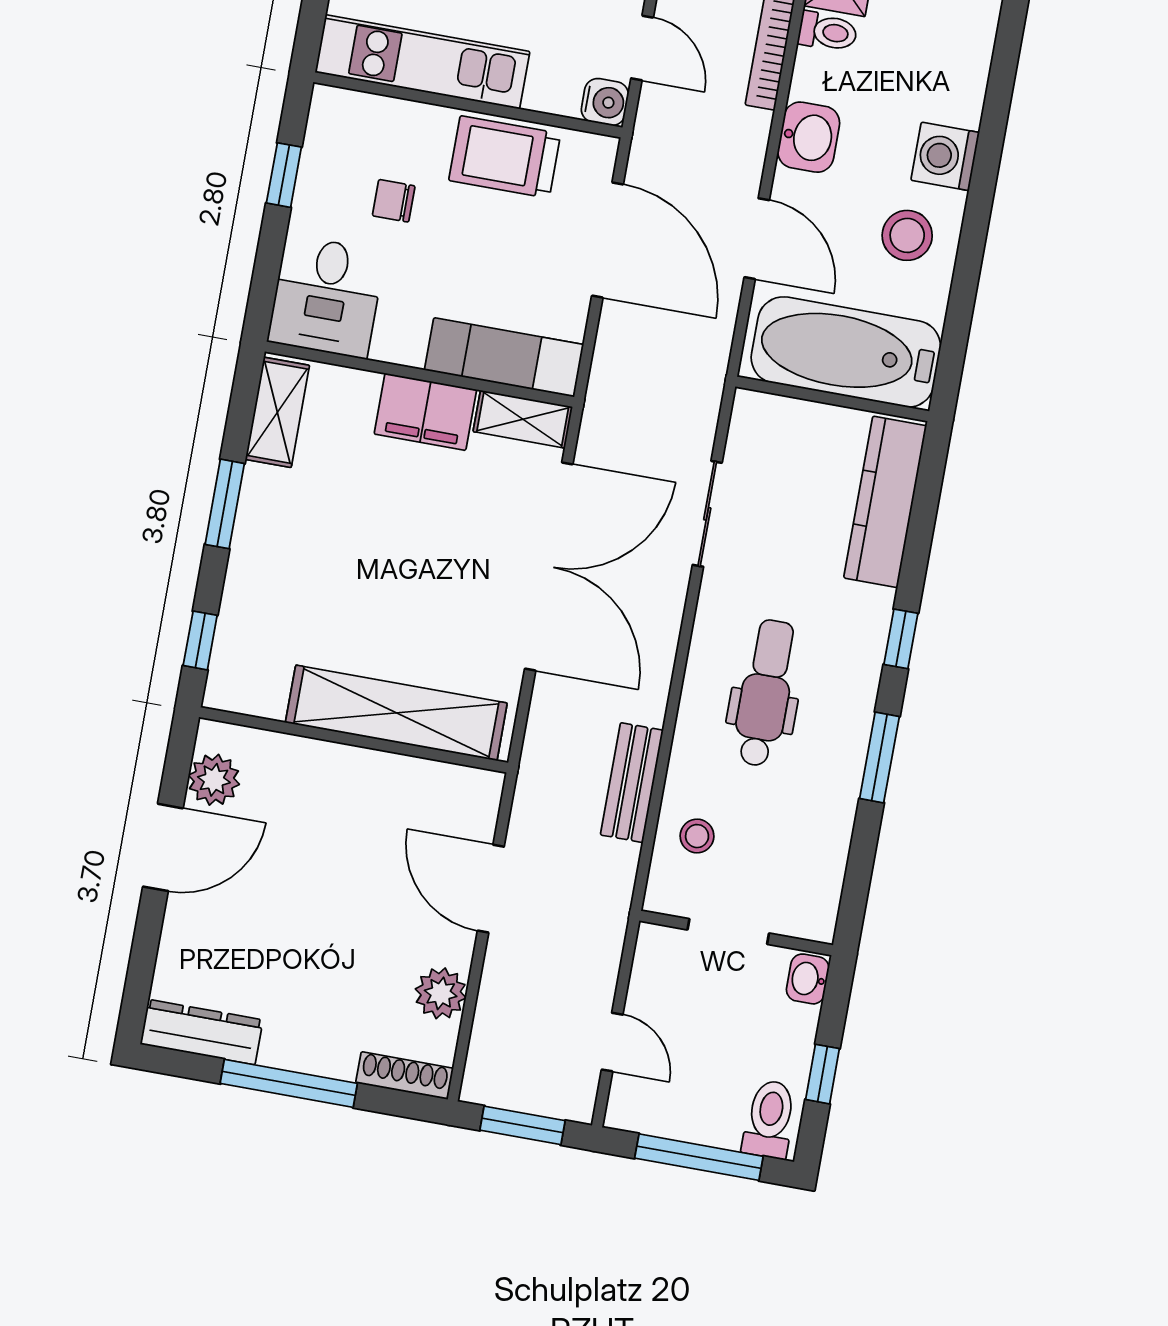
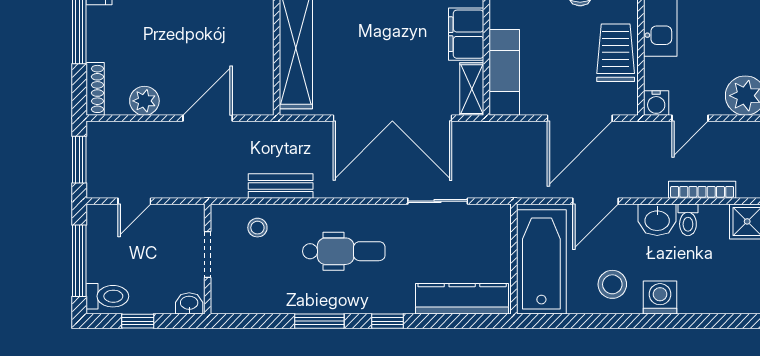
toilet: (828, 32) -> (688, 220), moved

